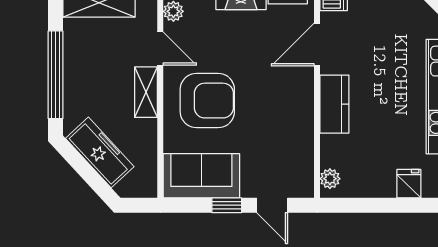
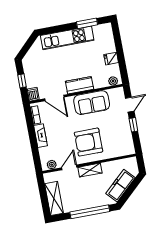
armchair: (207, 101) -> (89, 142), turned -90
sofa: (201, 176) -> (92, 103), moved, turned -90
fridge: (409, 184) -> (111, 59), moved

